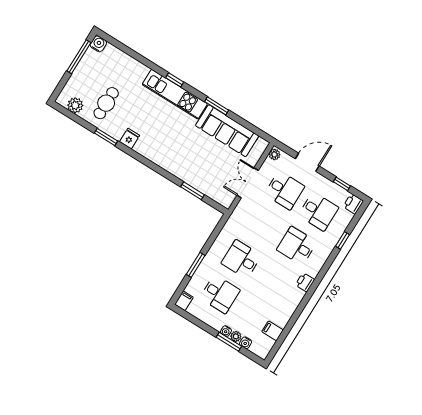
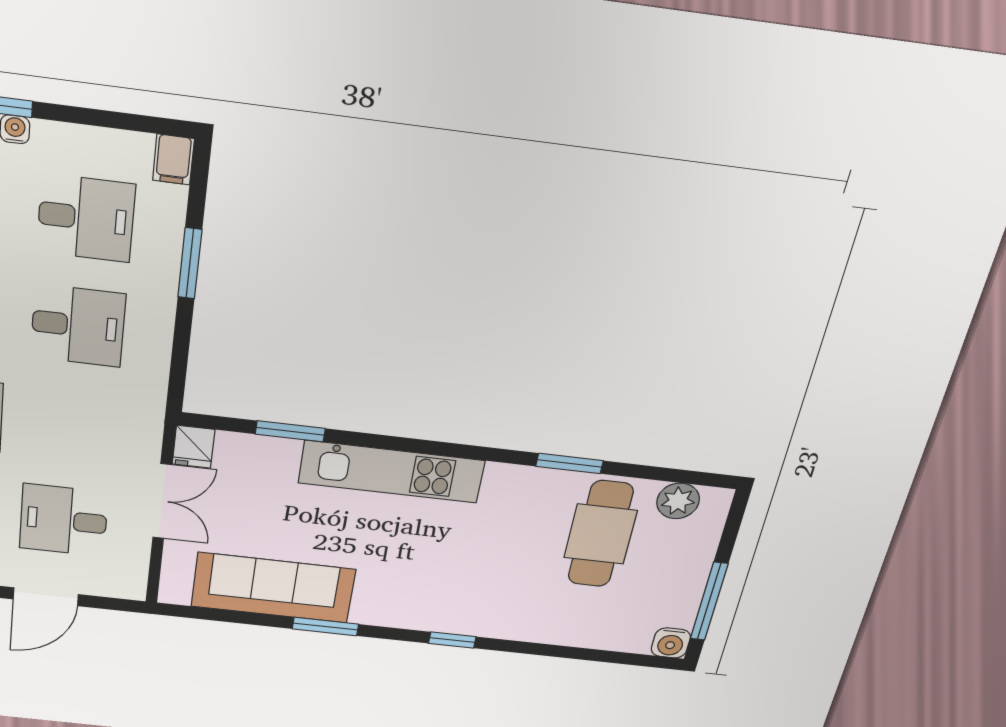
kitchen unit: (175, 94) -> (391, 472), moved, turned 180
cafe table: (106, 103) -> (600, 534), width x1.37, depth x1.35
fridge: (130, 139) -> (193, 447), moved
plant: (274, 154) -> (132, 583), removed
desk: (220, 294) -> (86, 218), turned 180

